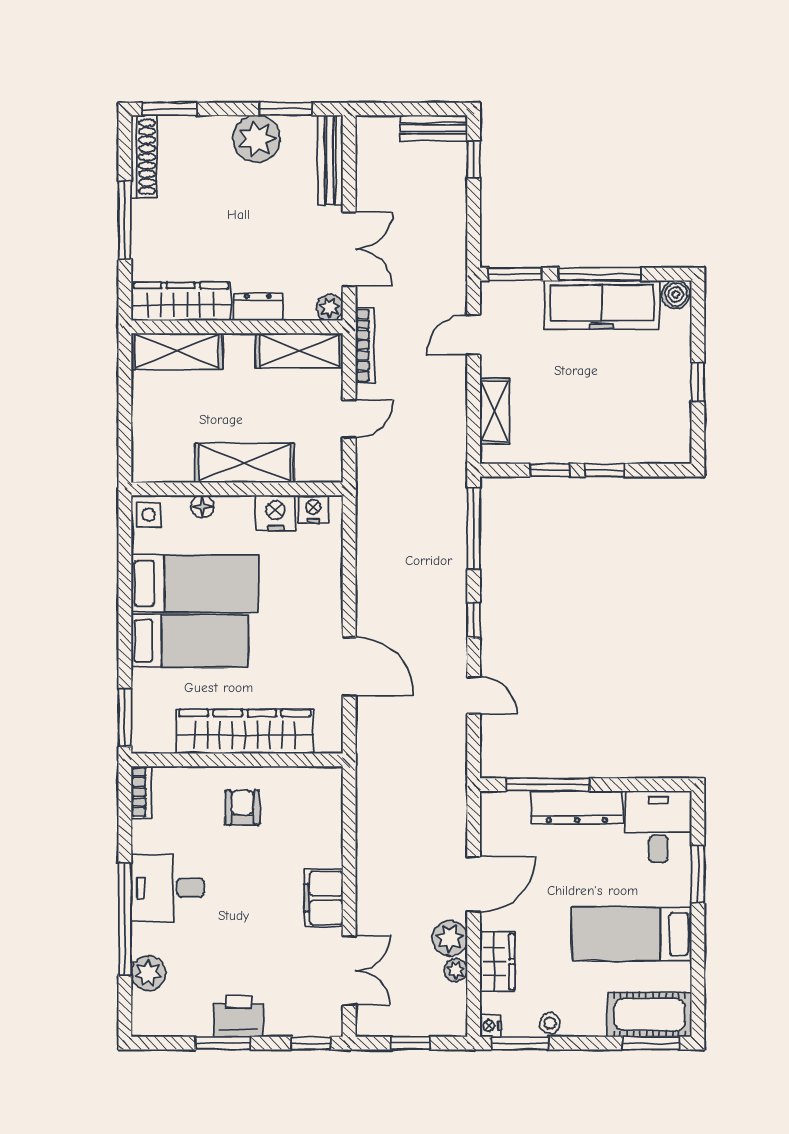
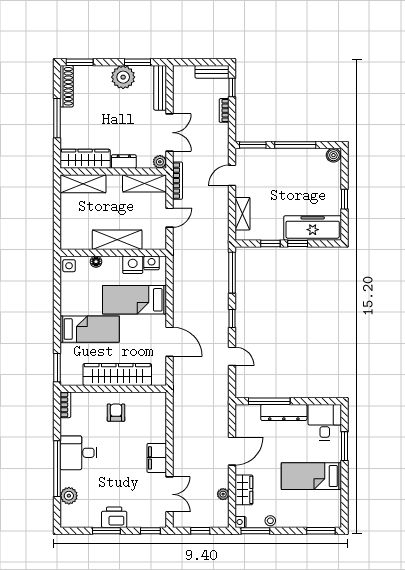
bookcase: (458, 205) -> (224, 110), added
freezer: (602, 305) -> (313, 228), moved, turned 180
bed: (195, 583) -> (134, 300), moved, turned 180
plant: (450, 938) -> (220, 478), removed
cot: (650, 1015) -> (320, 516), removed

